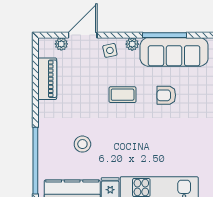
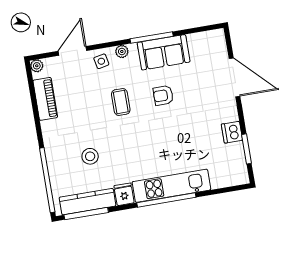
plant: (61, 44) -> (37, 66), moved
sofa: (174, 52) -> (164, 52), width x0.73
coffee table: (123, 95) -> (121, 102), turned 90

